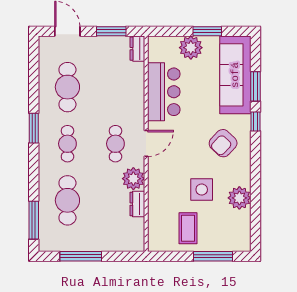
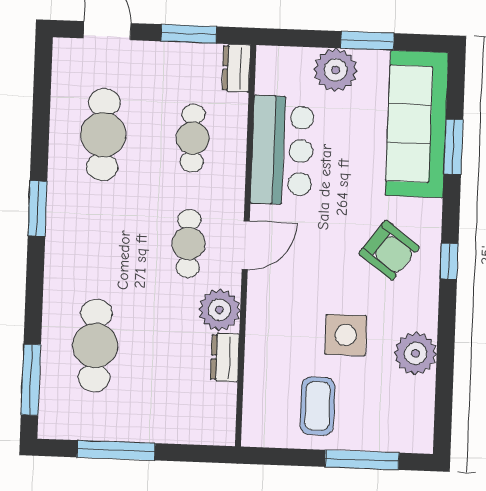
window: (256, 122) -> (449, 261), moved
armchair: (223, 143) -> (389, 250), turned -96
cafe table: (67, 144) -> (193, 138), moved

